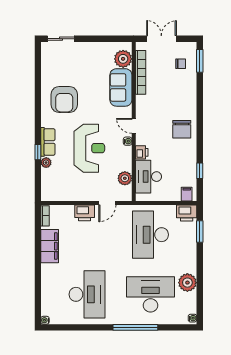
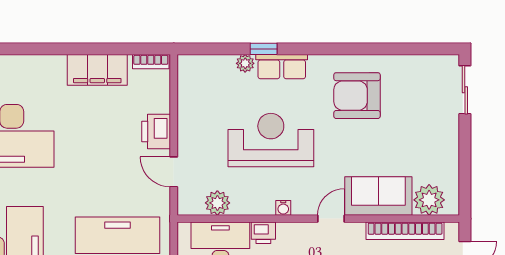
door: (134, 126) -> (331, 219), moved
reception desk: (89, 148) -> (271, 140), turned 180

